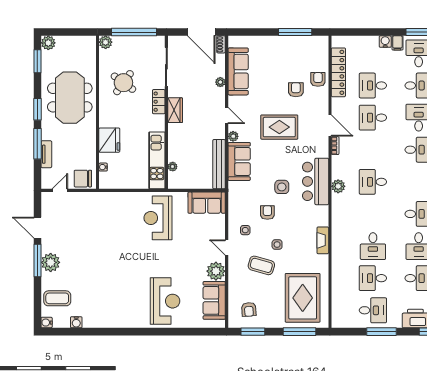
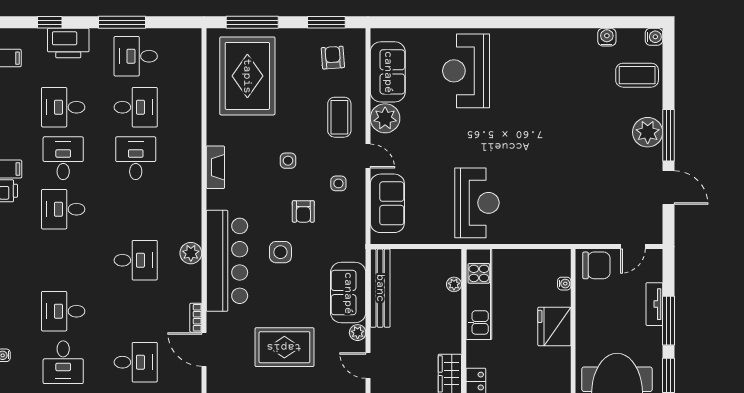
bar counter: (316, 181) -> (227, 261), width x1.36
sofa: (207, 203) -> (387, 203), moved, turned 90
coffee table: (261, 265) -> (339, 117), moved, turned 74

